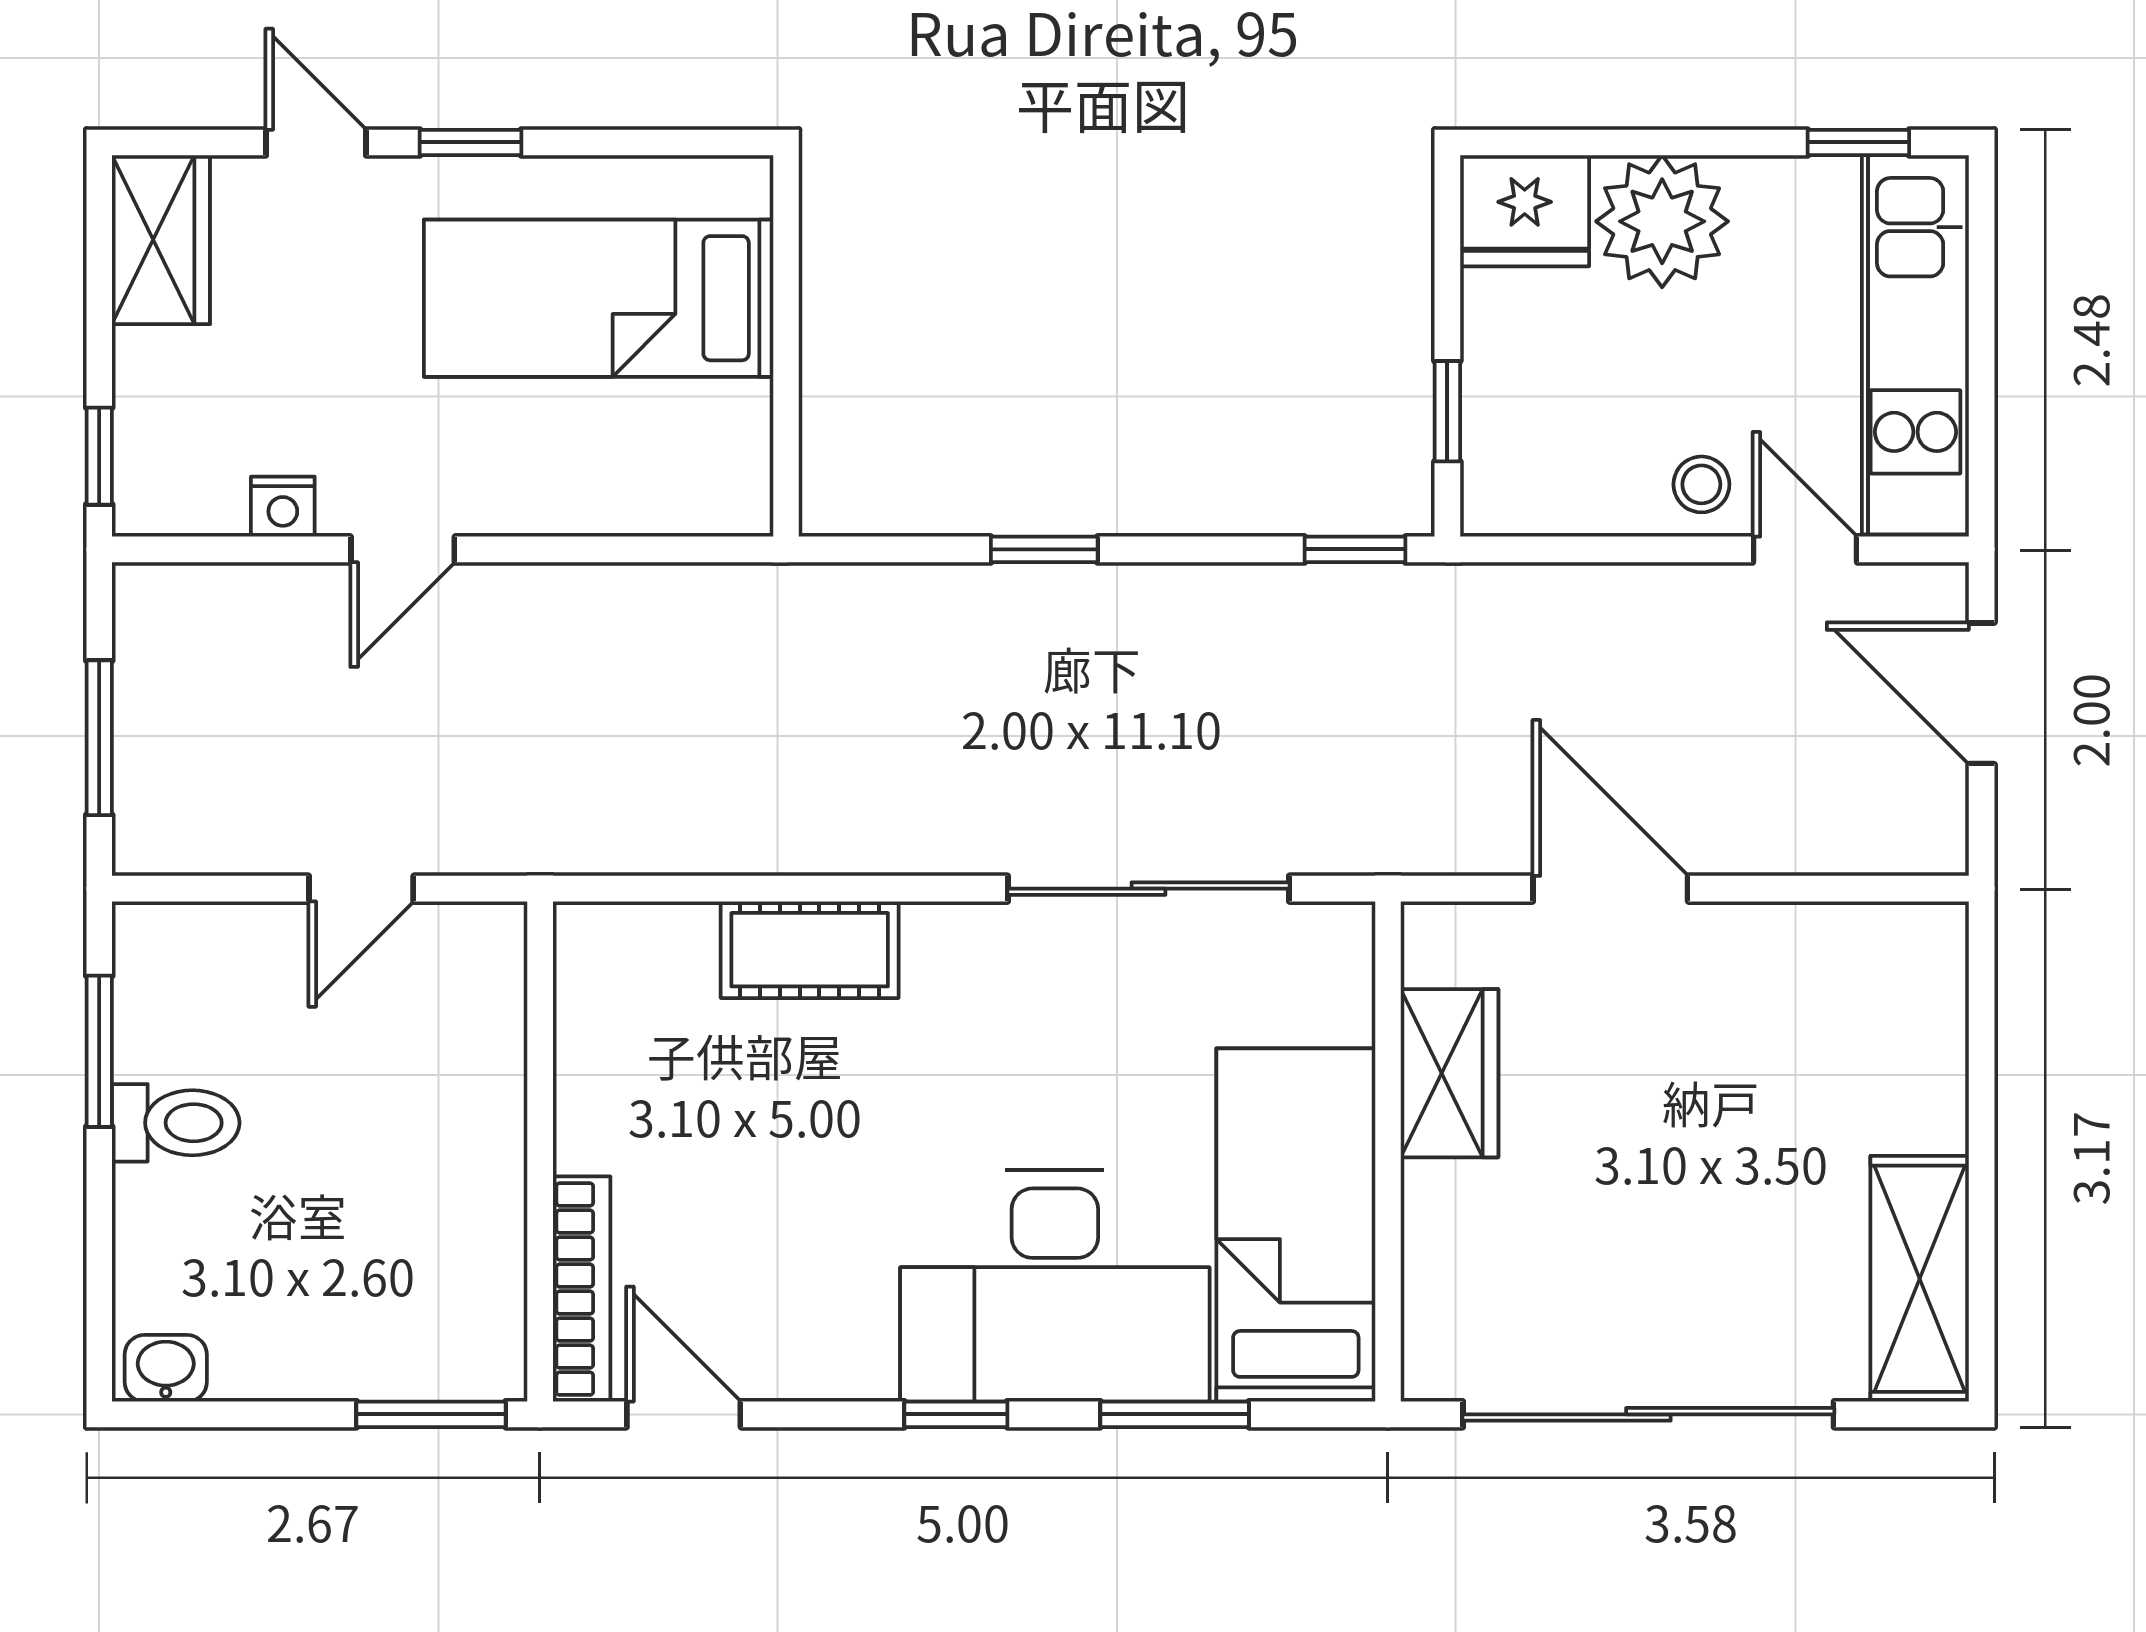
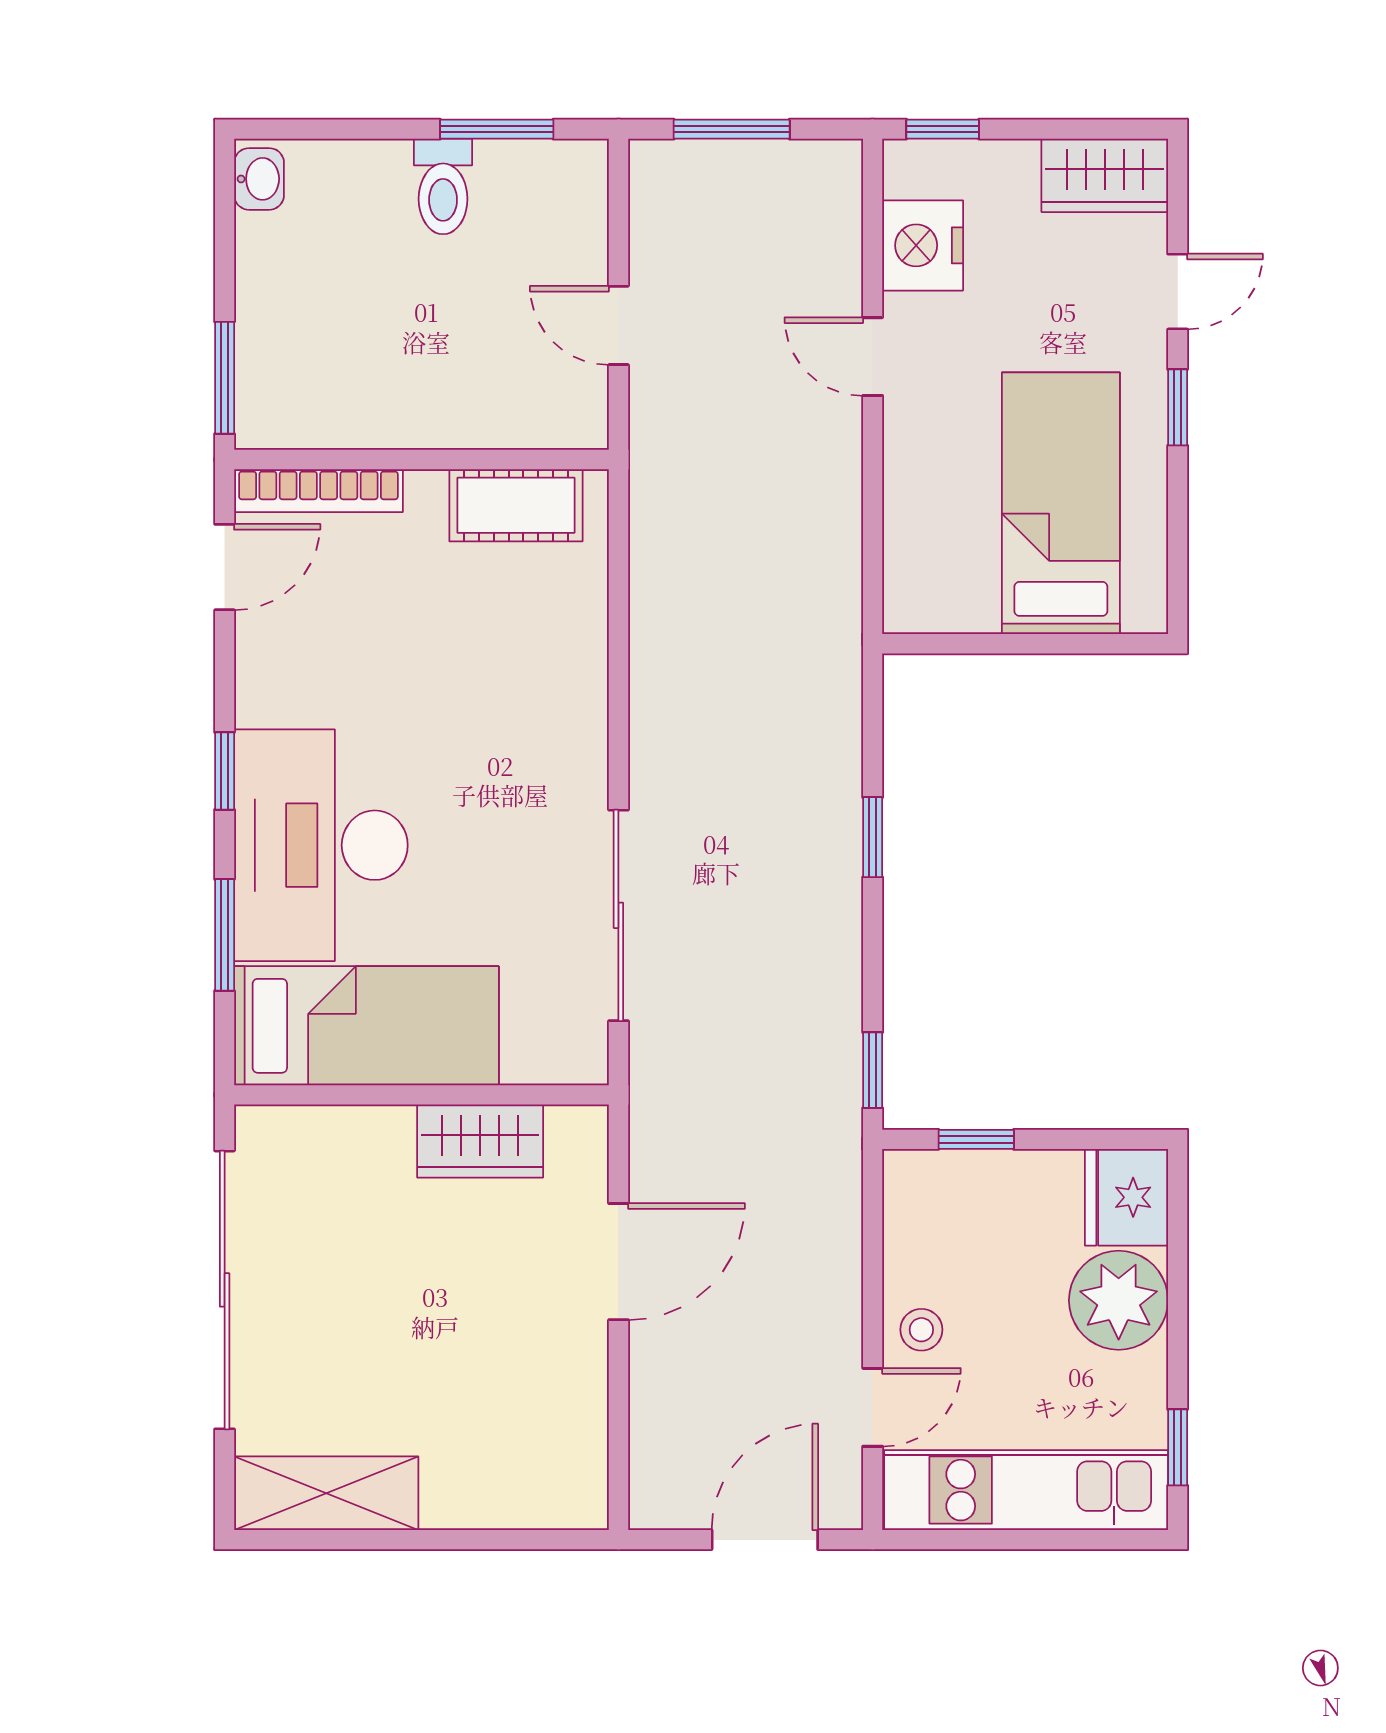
nightstand: (283, 507) -> (923, 245), width x1.89, depth x1.79
cot: (810, 950) -> (516, 505), moved, turned 90

